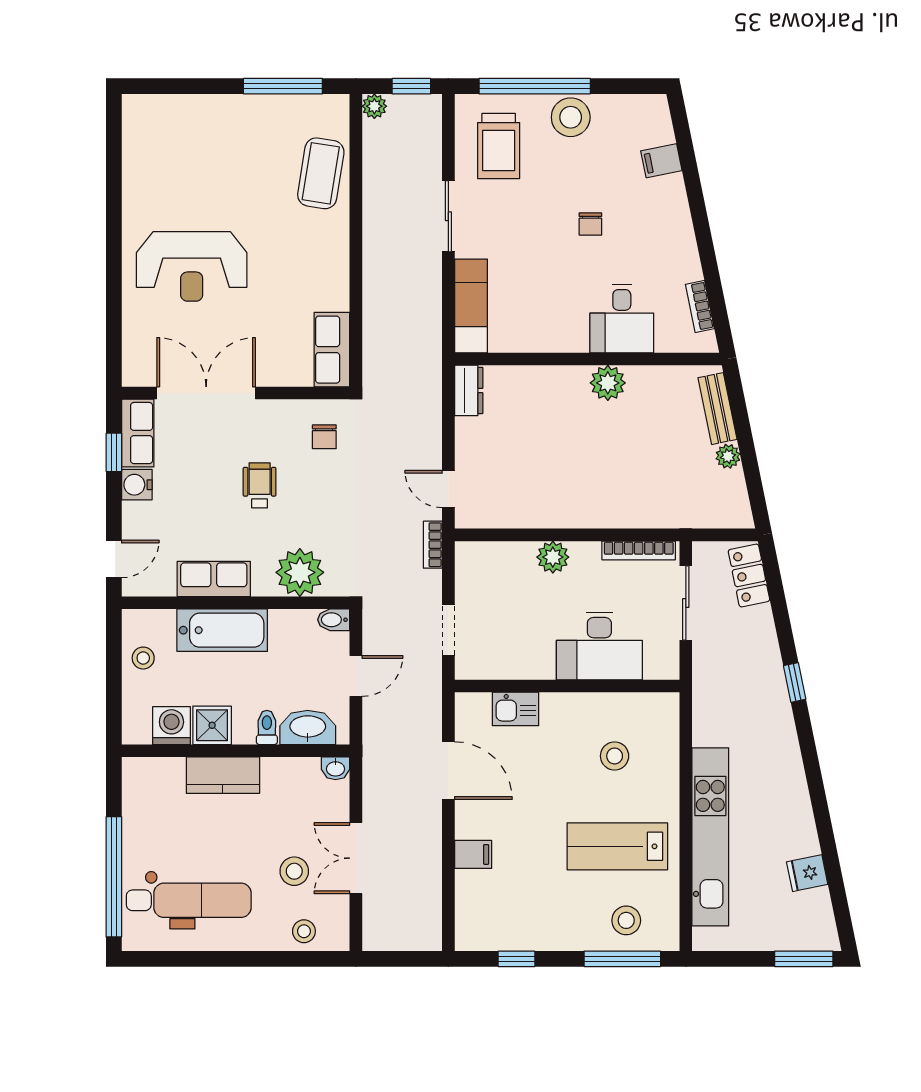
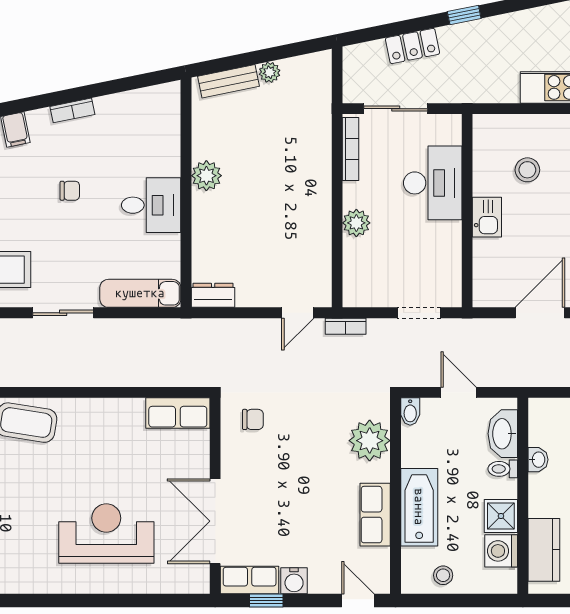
reception desk: (192, 266) -> (106, 534), turned -90
bookcase: (700, 306) -> (72, 110), moved
desk: (622, 319) -> (151, 205), moved
wheelchair: (260, 485) -> (295, 475), removed
locker: (749, 576) -> (412, 46), moved
kitchen sink: (516, 709) -> (487, 217), moved
washbasin: (336, 768) -> (538, 460), moved
kitchen counter: (223, 775) -> (544, 550), moved

